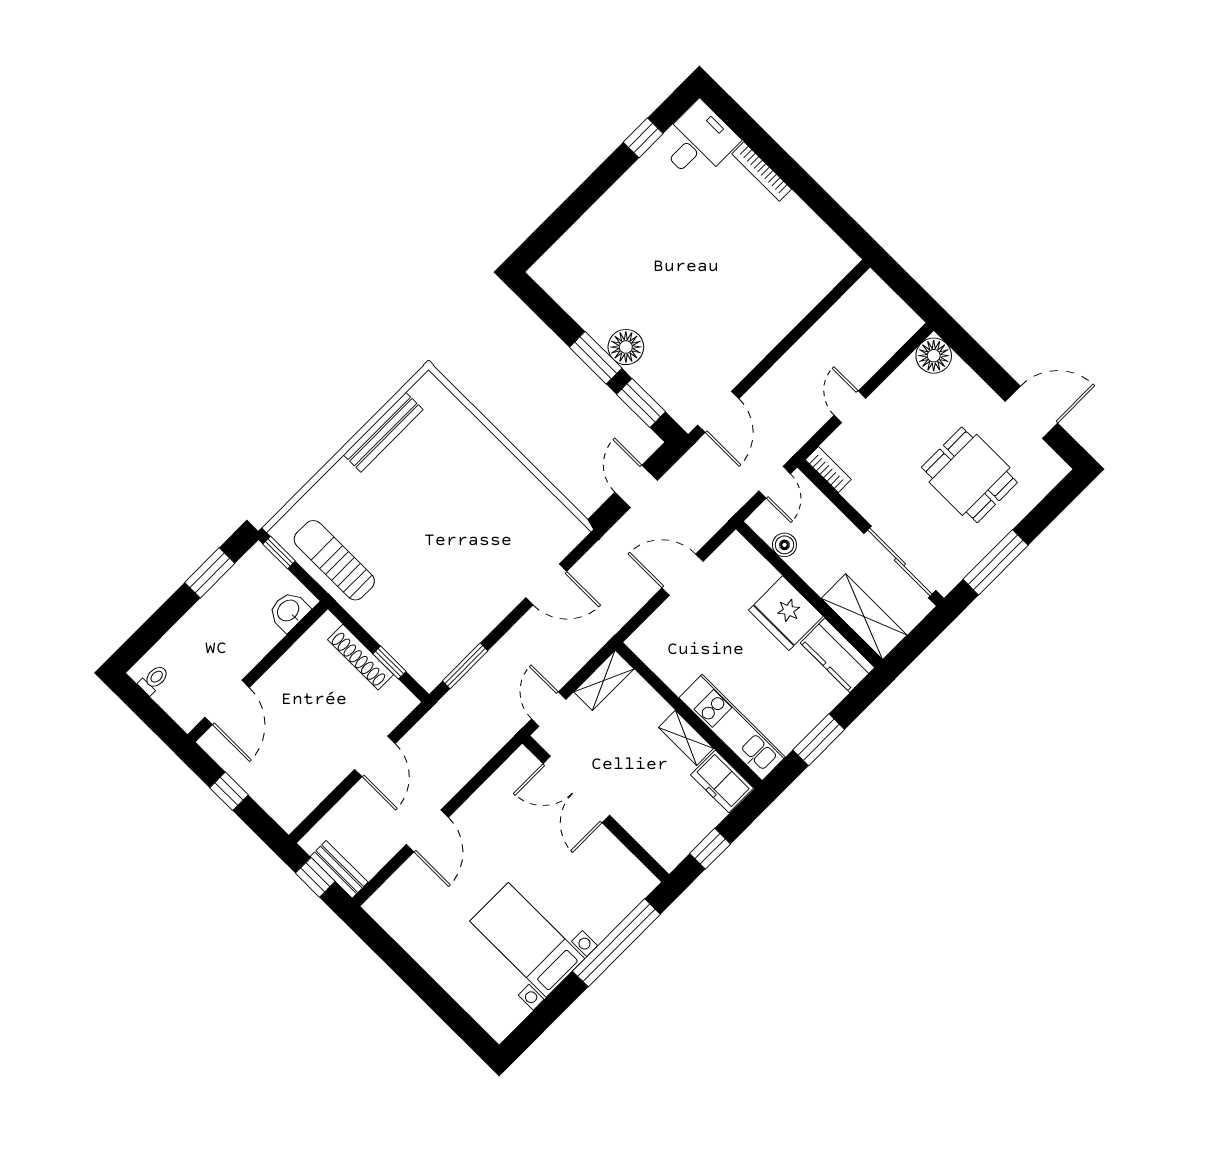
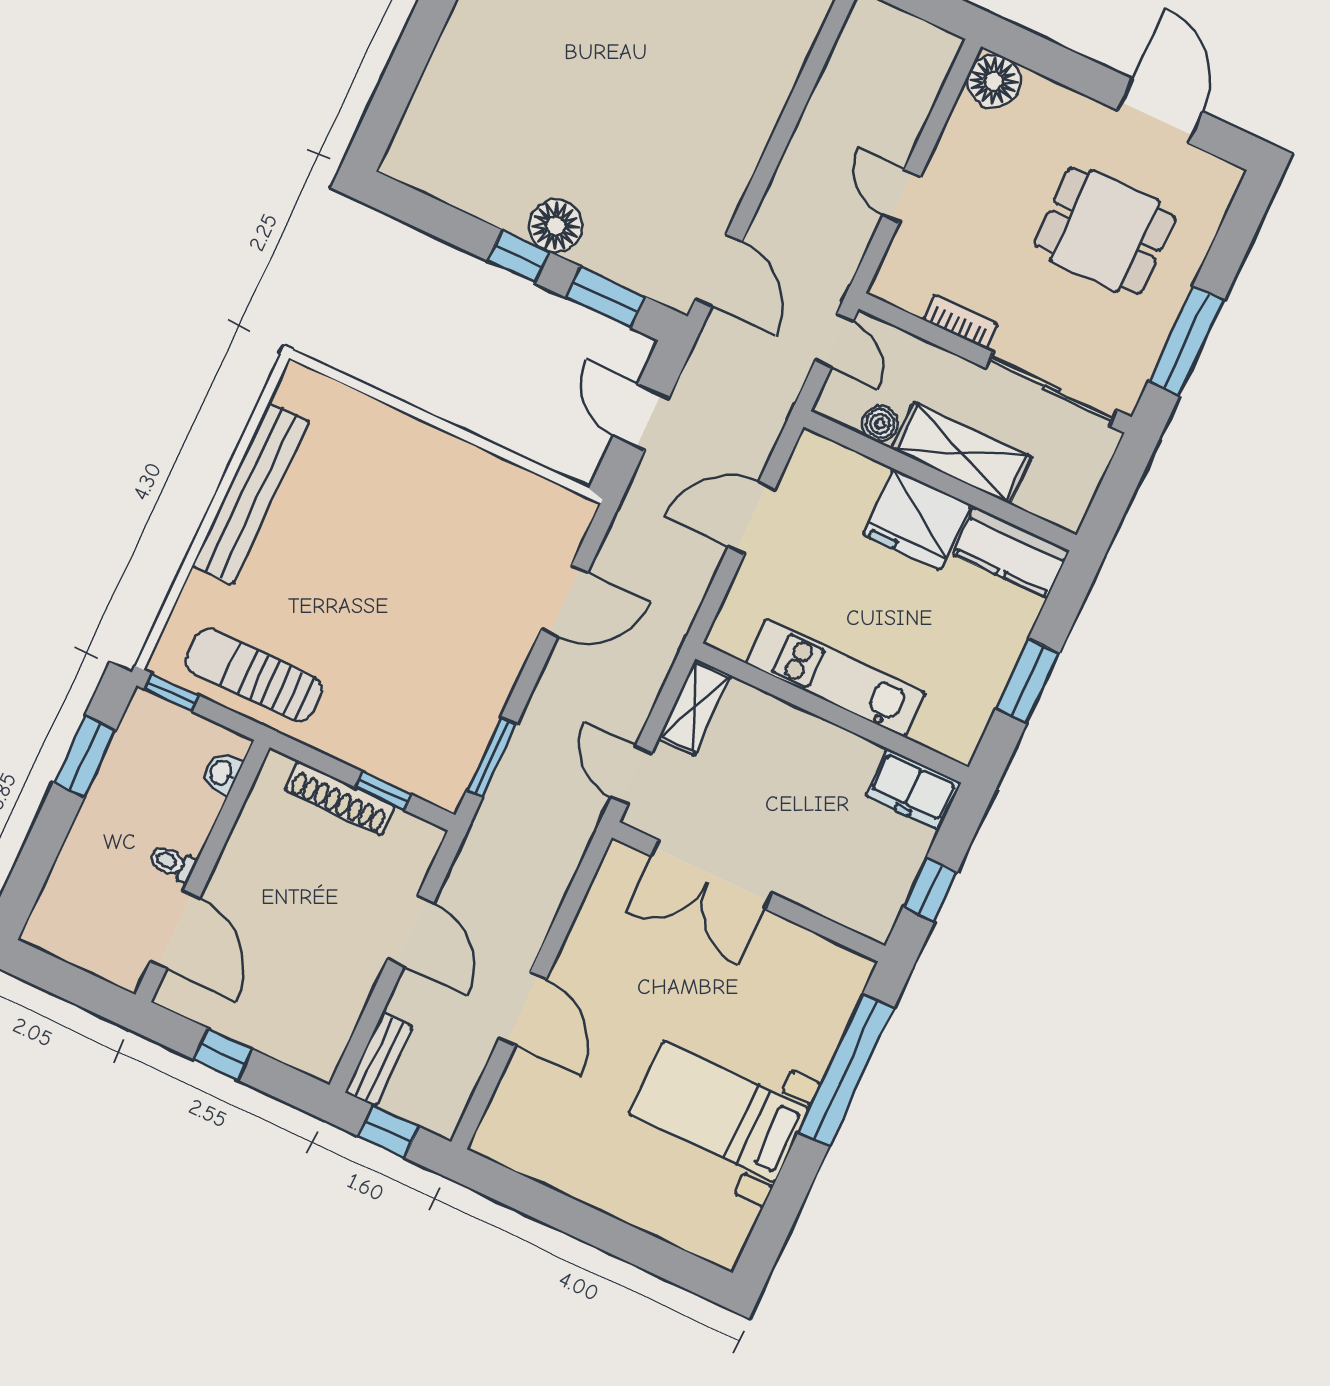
window: (596, 358) -> (518, 256), width x0.67
door: (1031, 412) -> (1160, 111), hinge flipped
bench: (383, 432) -> (251, 493), width x1.37, depth x1.21
bookcase: (828, 470) -> (960, 322), moved
washbasin: (289, 611) -> (222, 773), width x0.72, depth x0.69
shelving: (864, 617) -> (962, 453), moved
toilet: (154, 680) -> (172, 863), moved, turned -90
kitchen unit: (732, 727) -> (835, 678), moved
shelving: (686, 738) -> (840, 746), removed
bench: (339, 869) -> (379, 1059), moved, turned 90

